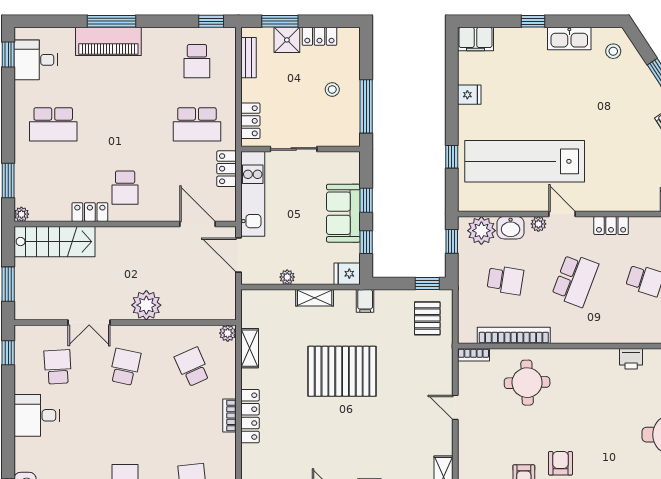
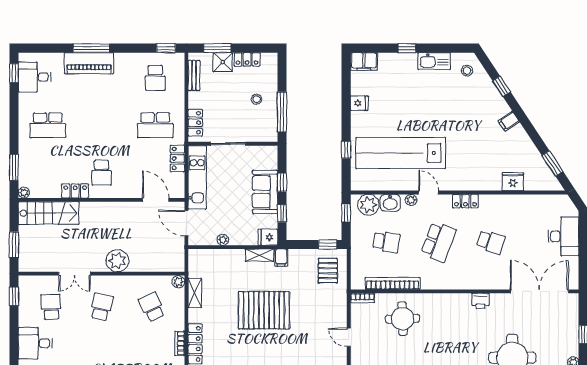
shelving: (315, 298) -> (259, 255), moved

